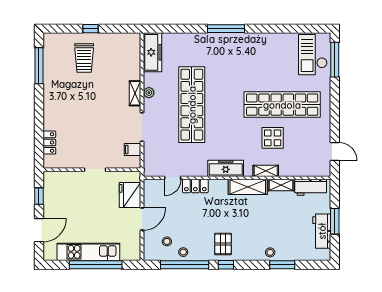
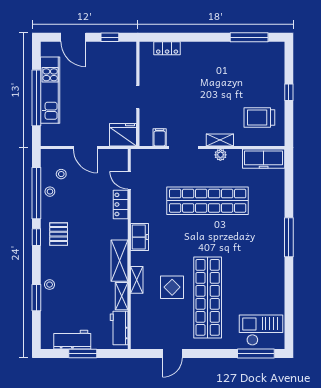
trolley: (84, 58) -> (259, 118), moved
door: (335, 152) -> (172, 354), moved
freezer: (226, 168) -> (140, 237), width x0.71
fridge: (130, 195) -> (123, 135), moved
pallet: (223, 244) -> (59, 234), turned 90

